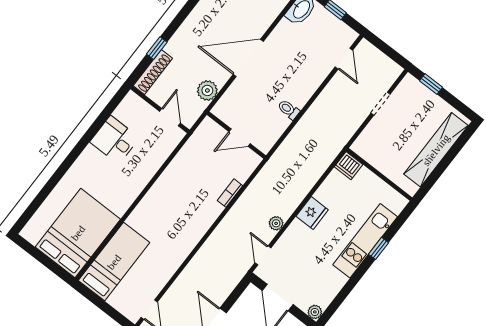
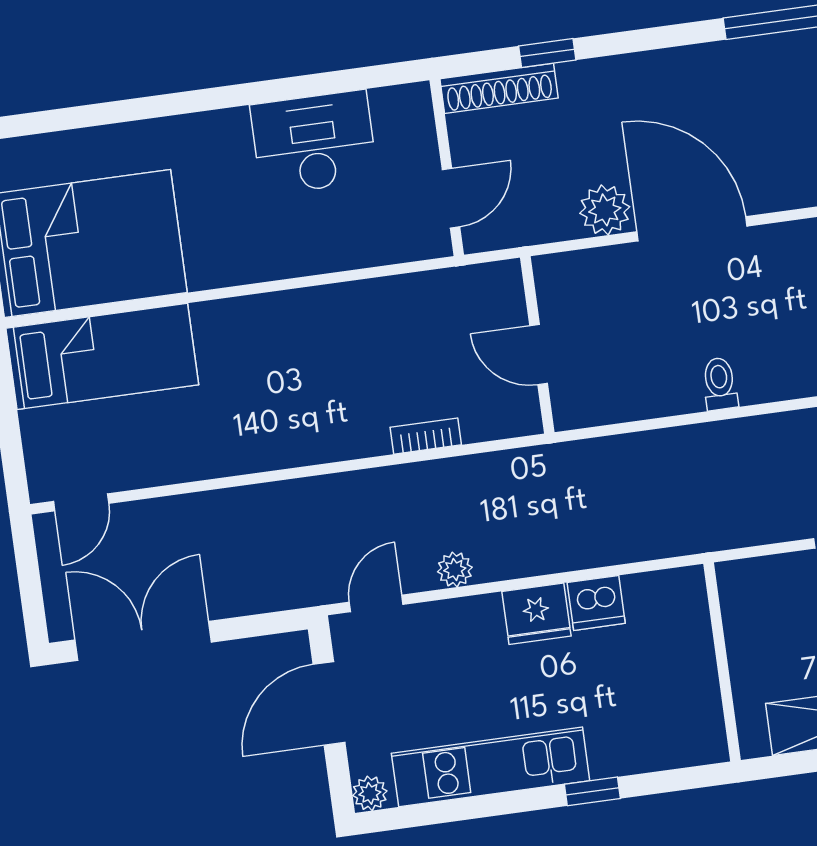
plant: (207, 90) -> (605, 210), moved
toilet: (289, 110) -> (720, 384), moved
desk: (115, 140) -> (314, 143), width x1.37
dishwasher: (348, 166) -> (596, 603), moved, turned -90
kitchen unit: (365, 241) -> (491, 767), moved

